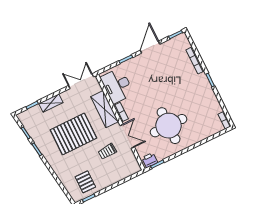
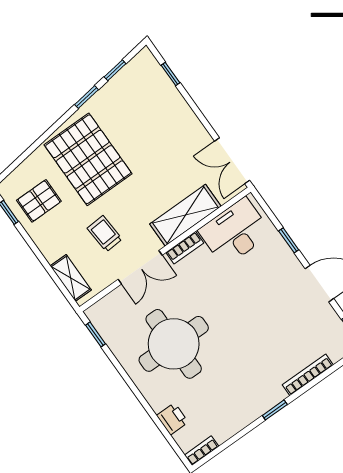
double door: (81, 81) -> (232, 161), swing flipped
shelving: (51, 103) -> (71, 278), moved
pallet: (73, 134) -> (88, 159), moved
printer: (150, 160) -> (172, 419), moved

